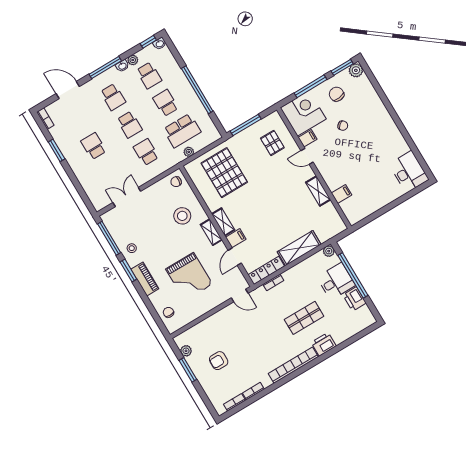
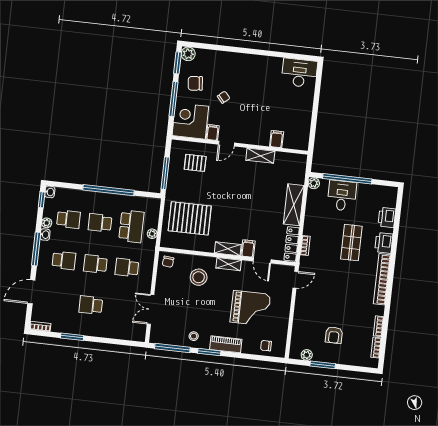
school desk: (130, 125) -> (95, 264), turned 180
printer: (354, 299) -> (387, 217), moved, turned 90

